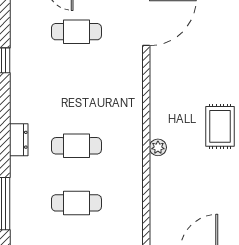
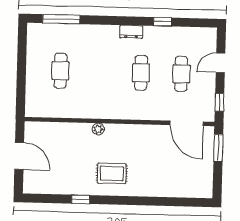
dresser: (19, 140) -> (131, 32), moved
cafe table: (76, 146) -> (141, 73), moved

